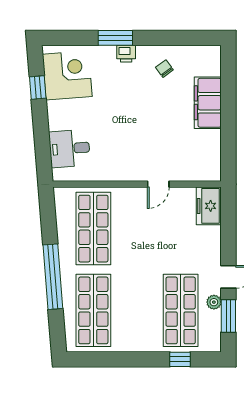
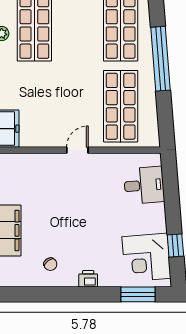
window: (115, 38) -> (138, 294), moved
door: (158, 184) -> (77, 150), moved

